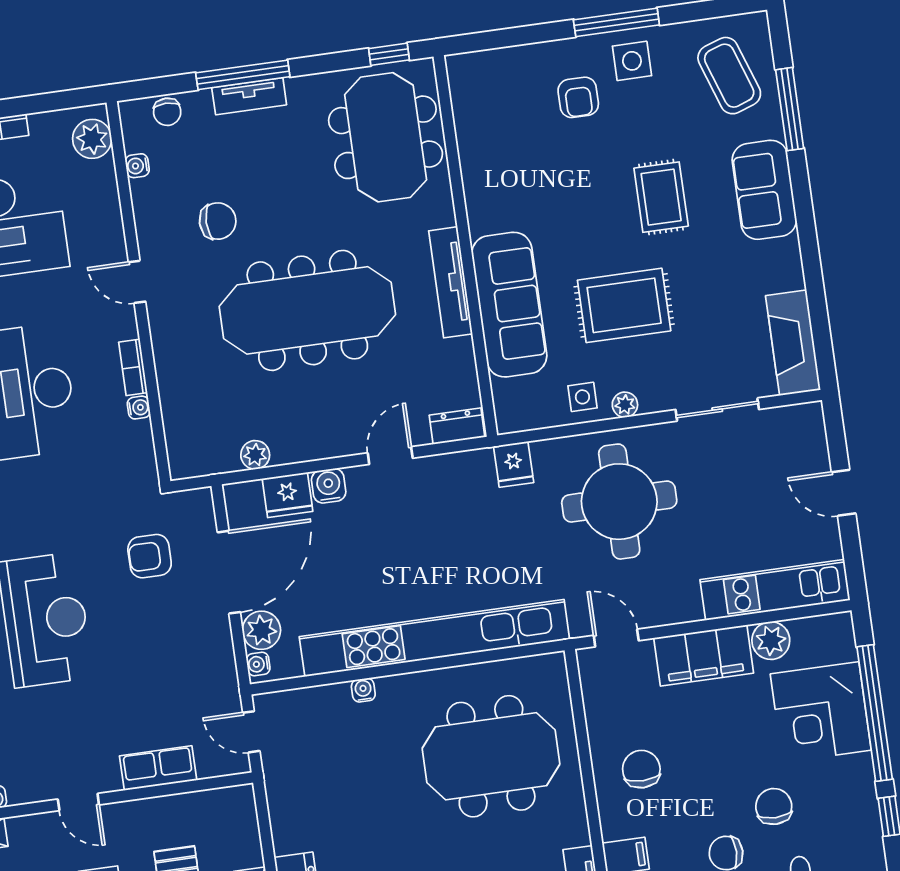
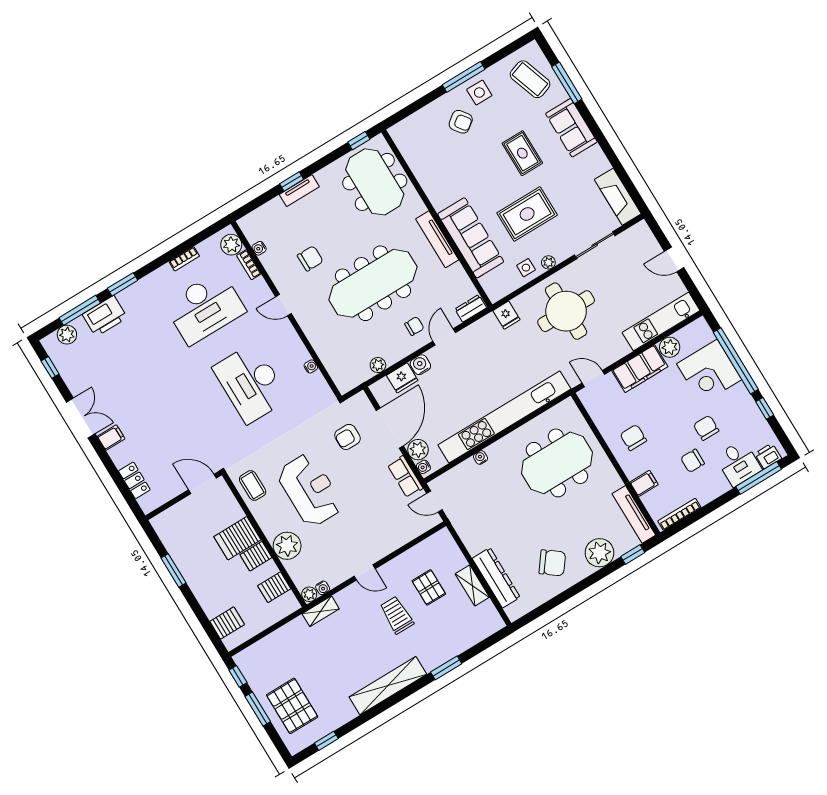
window: (243, 75) -> (292, 181), width x0.46
armchair: (578, 97) -> (461, 122), turned -37
chair: (167, 112) -> (414, 326), moved, turned -90
bookcase: (133, 367) -> (249, 265), moved
row of seats: (158, 768) -> (405, 477), moved, turned -90

